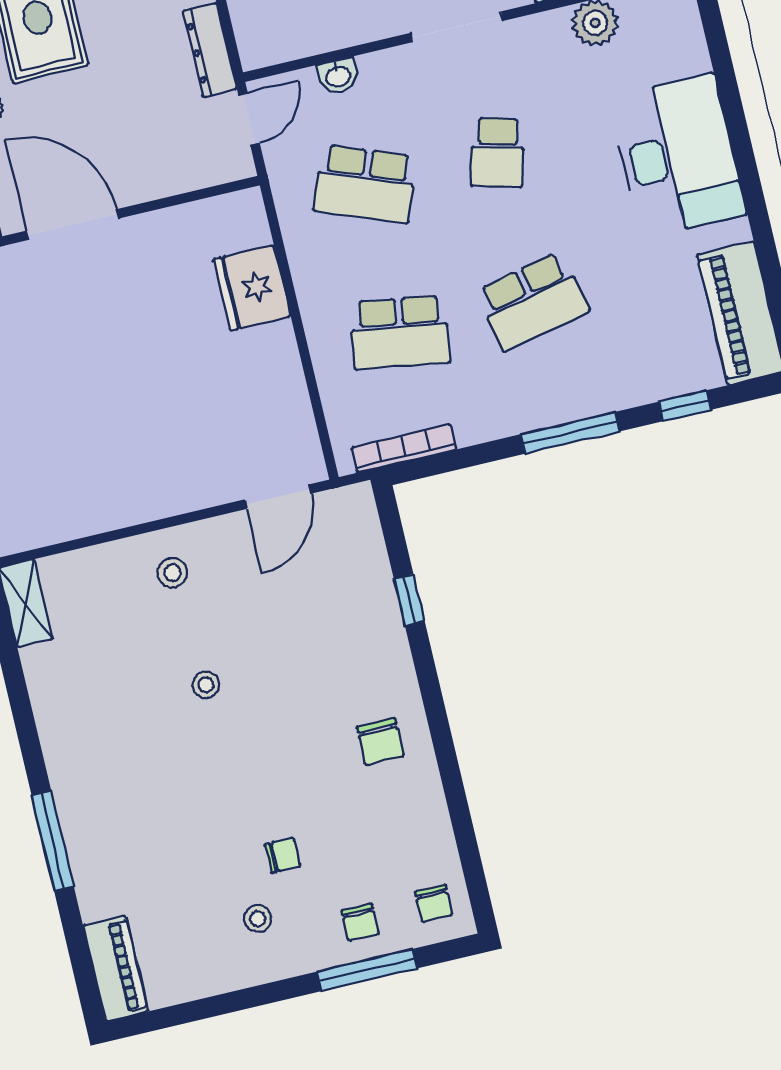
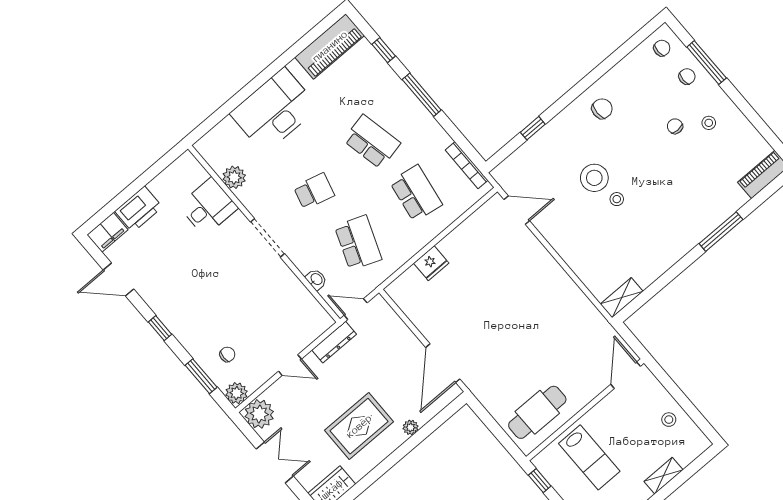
fridge: (252, 288) -> (431, 263), width x0.73, depth x0.75
stool: (172, 573) -> (594, 178), moved, width x1.89, depth x1.89

